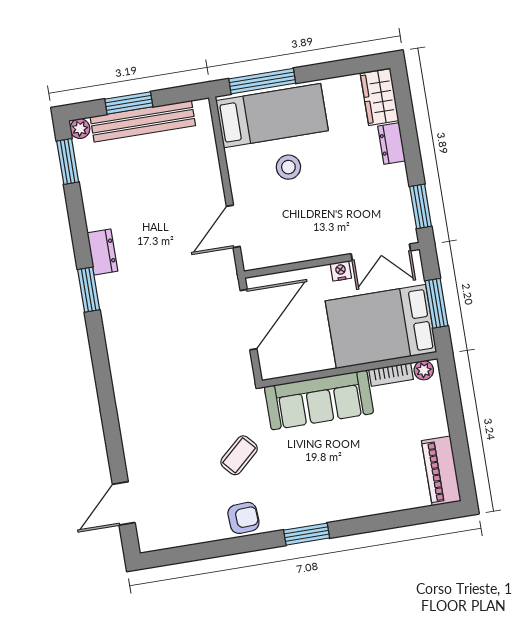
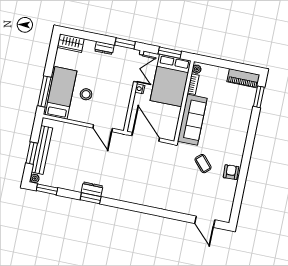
dresser: (392, 144) -> (104, 48), moved
window: (89, 290) -> (91, 198), moved
window: (307, 534) -> (259, 97), moved

